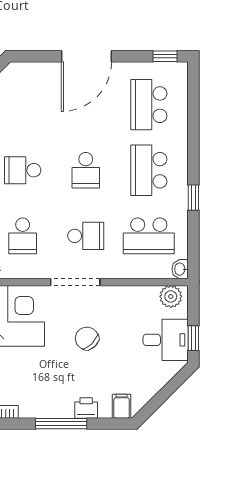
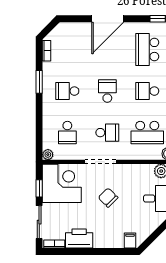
school desk: (86, 170) -> (107, 91), turned 180
school desk: (149, 170) -> (147, 91), width x0.54
printer: (86, 408) -> (79, 239), moved, width x1.87, depth x1.48
window: (61, 424) -> (92, 252), removed

